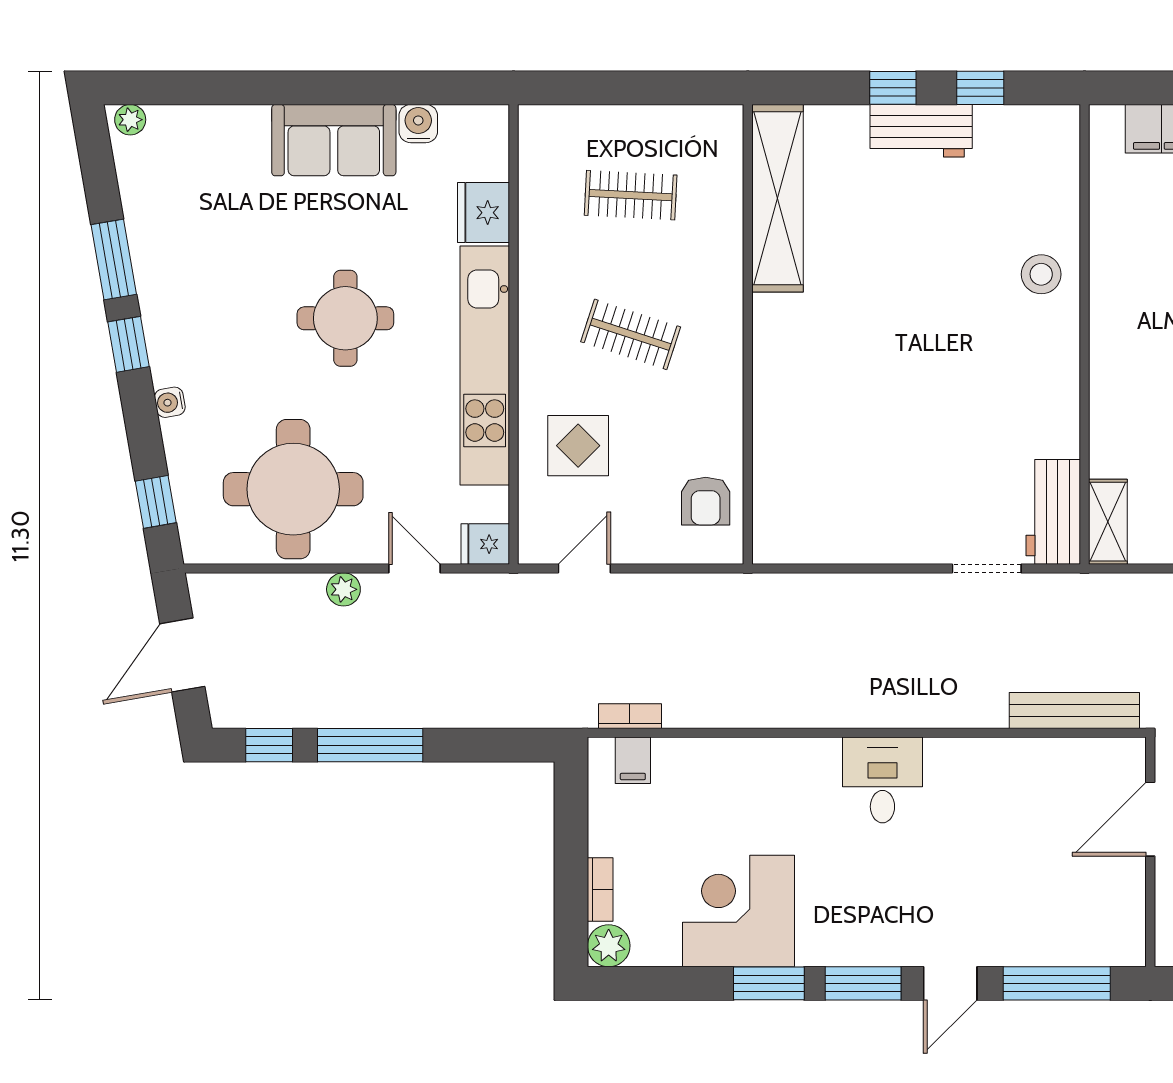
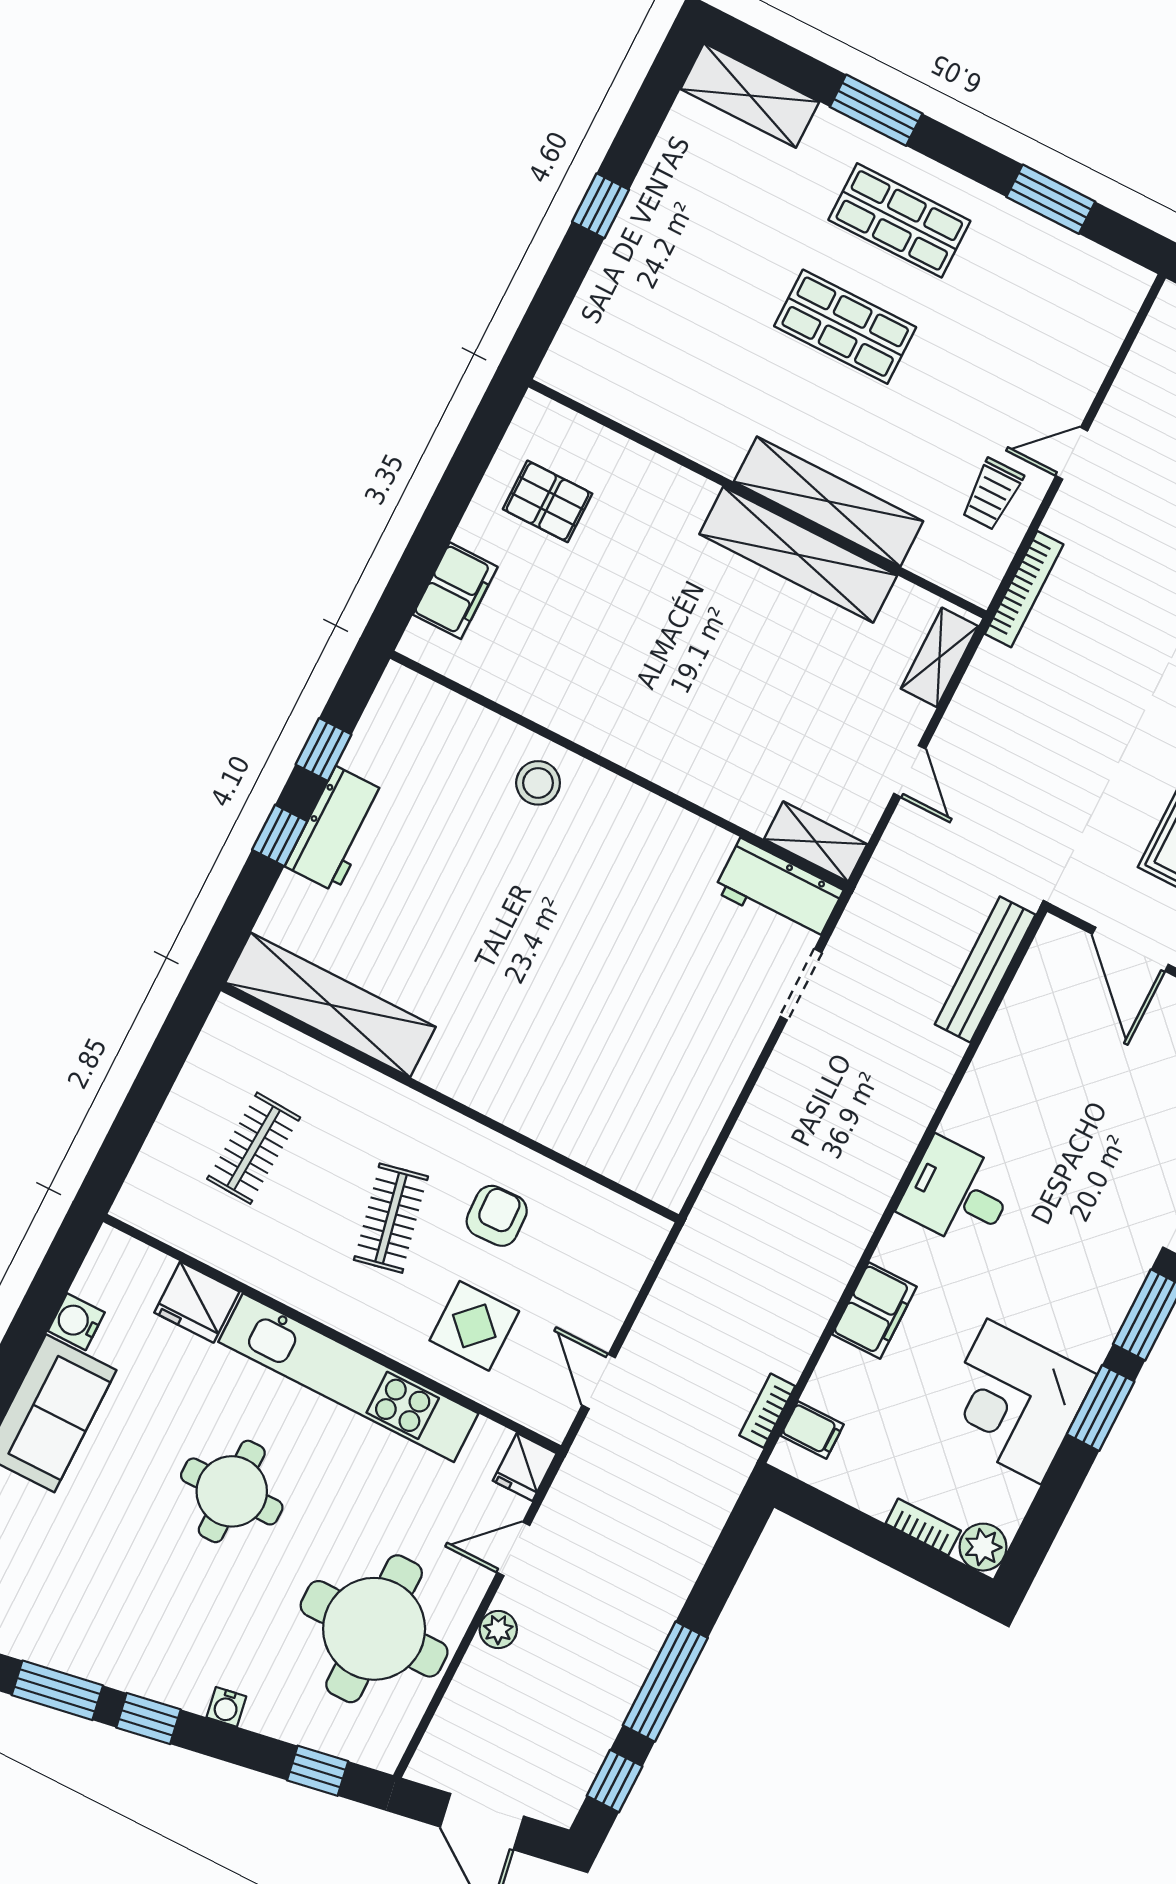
clothes rail: (631, 334) -> (391, 1218), turned -30
armchair: (706, 501) -> (497, 1216), moved, turned -92
filing cabinet: (755, 761) -> (874, 1311), added

